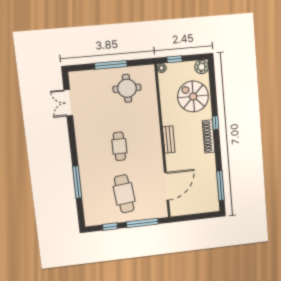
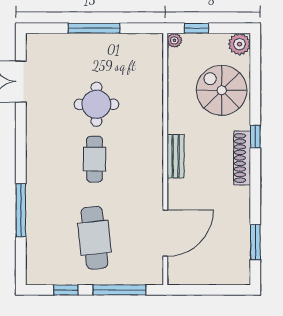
round table: (127, 88) -> (96, 104), moved
window: (220, 186) -> (255, 242), width x0.69

